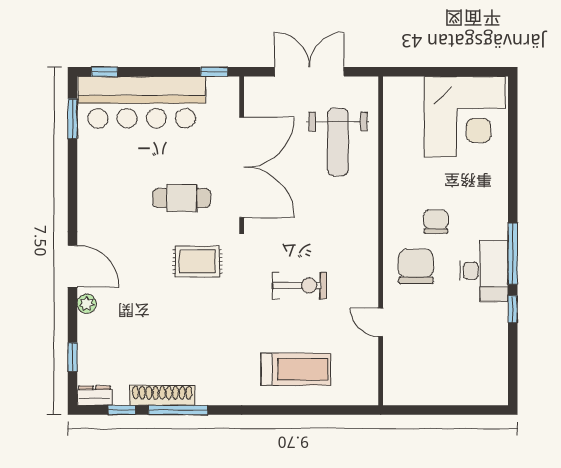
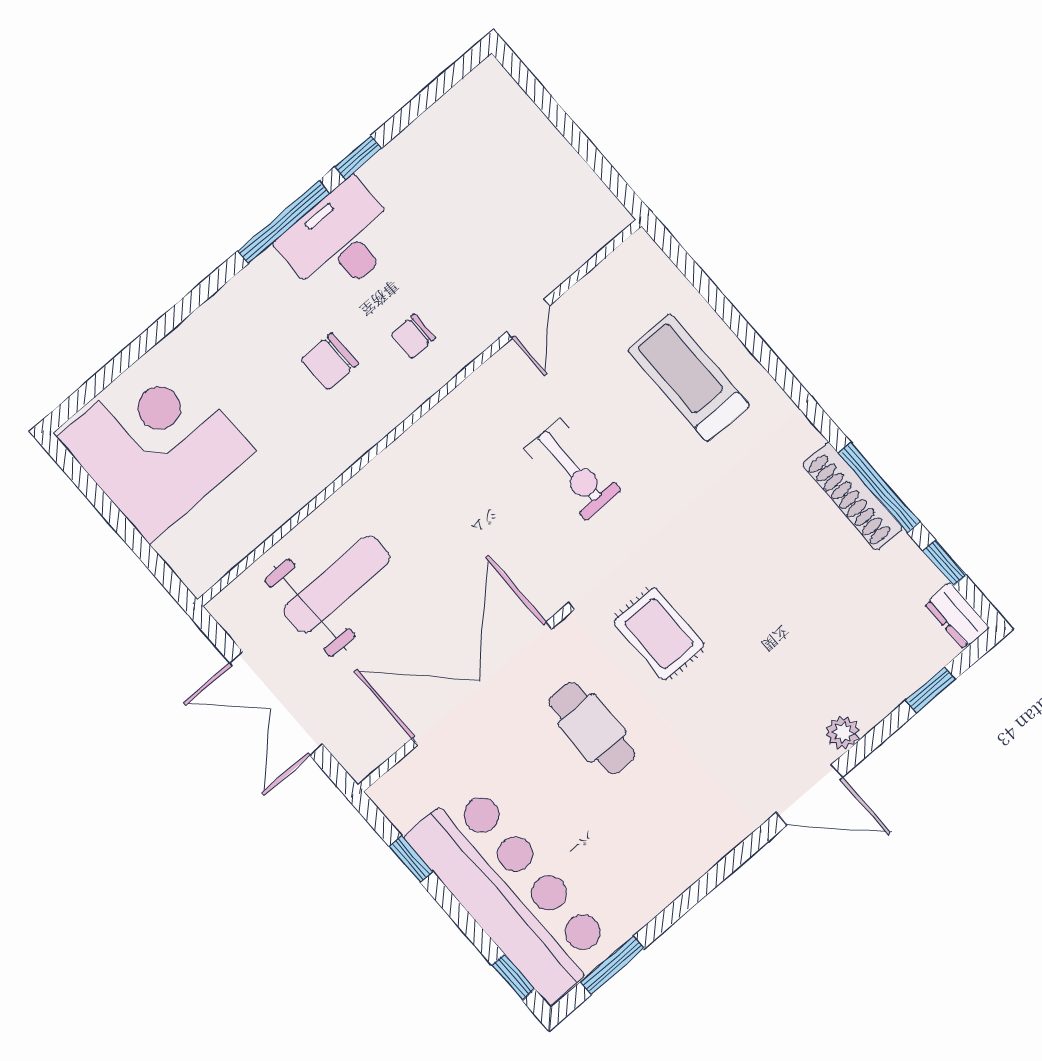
window: (214, 72) -> (411, 859), moved
door: (73, 266) -> (809, 795), swing flipped
chair: (416, 267) -> (413, 336), width x0.54, depth x0.54
exercise bike: (299, 285) -> (573, 470), turned 180
shoe rack: (162, 395) -> (853, 496), moved

